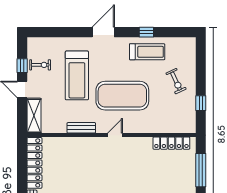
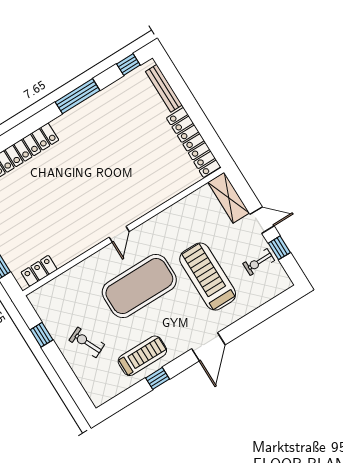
treadmill: (147, 52) -> (142, 356), turned 180
bench: (81, 128) -> (164, 218), removed
locker: (171, 143) -> (39, 271), width x0.66

